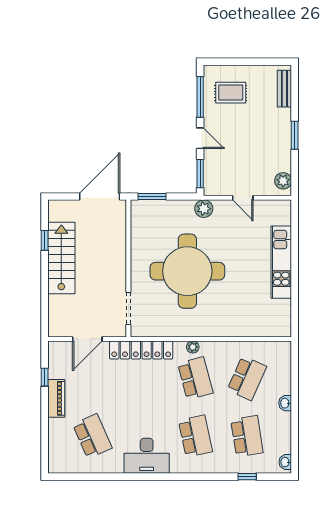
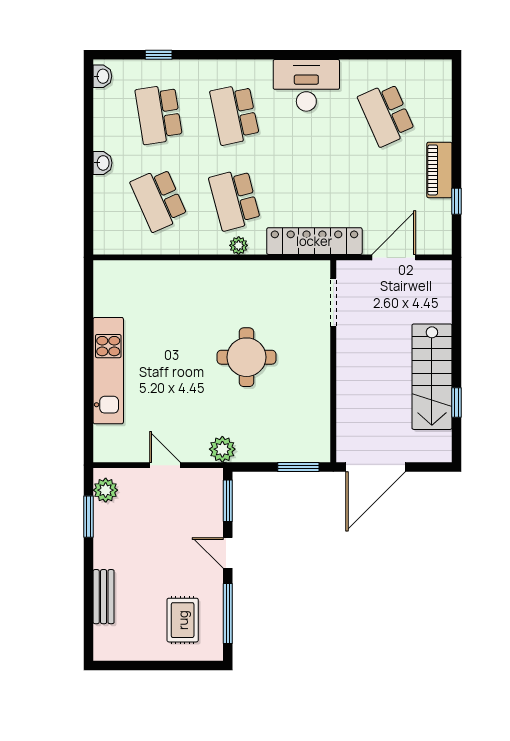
bench: (284, 89) -> (104, 597), moved
rug: (231, 93) -> (183, 620), turned 90
window: (295, 135) -> (89, 517), moved
round table: (187, 271) -> (246, 357), width x0.54, depth x0.54
school desk: (247, 378) -> (159, 200), turned -48

